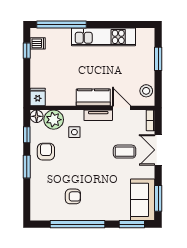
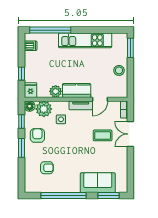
window: (27, 51) -> (21, 74), moved
window: (158, 59) -> (130, 48), moved
stool: (146, 91) -> (119, 70), moved
plant: (68, 98) -> (56, 91), added
door: (122, 108) -> (100, 99), swing flipped
armchair: (73, 196) -> (47, 168), moved
window: (158, 198) -> (130, 174), removed
sofa: (143, 200) -> (98, 183), moved, turned 90

